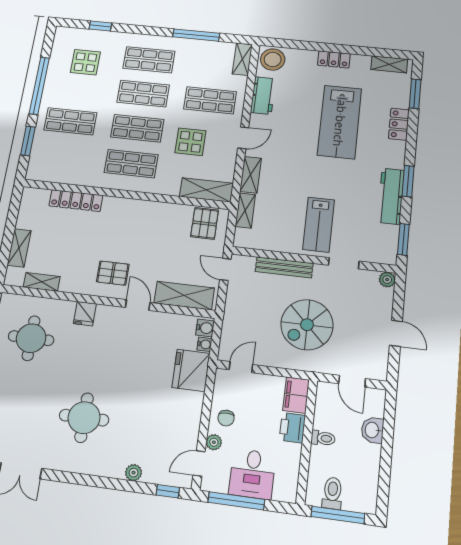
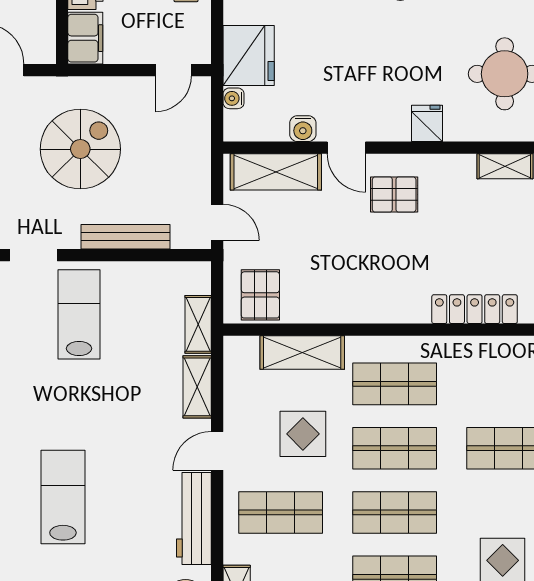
workbench: (263, 96) -> (194, 518), width x1.38
lab bench: (340, 122) -> (63, 497), width x0.73, depth x0.72
shelving: (206, 190) -> (302, 352), moved
water cooler: (205, 328) -> (303, 129), moved, turned -90

